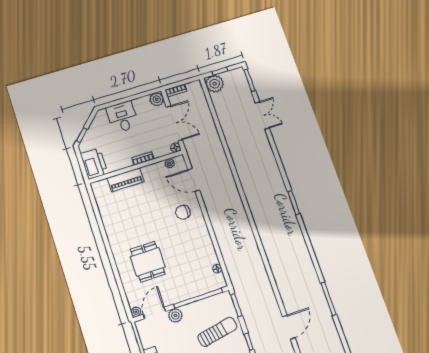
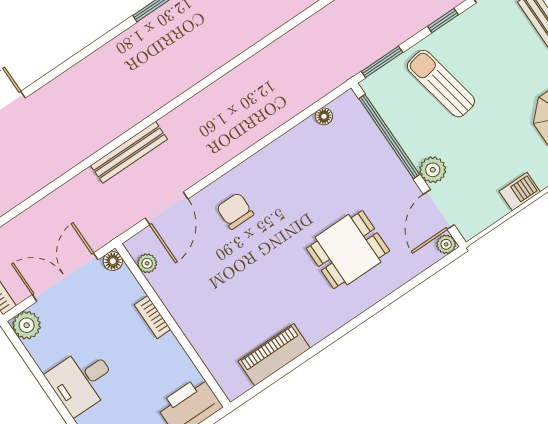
bench: (226, 170) -> (129, 152), added
piano: (126, 180) -> (274, 355), moved, turned -90
chair: (183, 212) -> (235, 211), turned 180
door: (155, 313) -> (439, 209), hinge flipped

